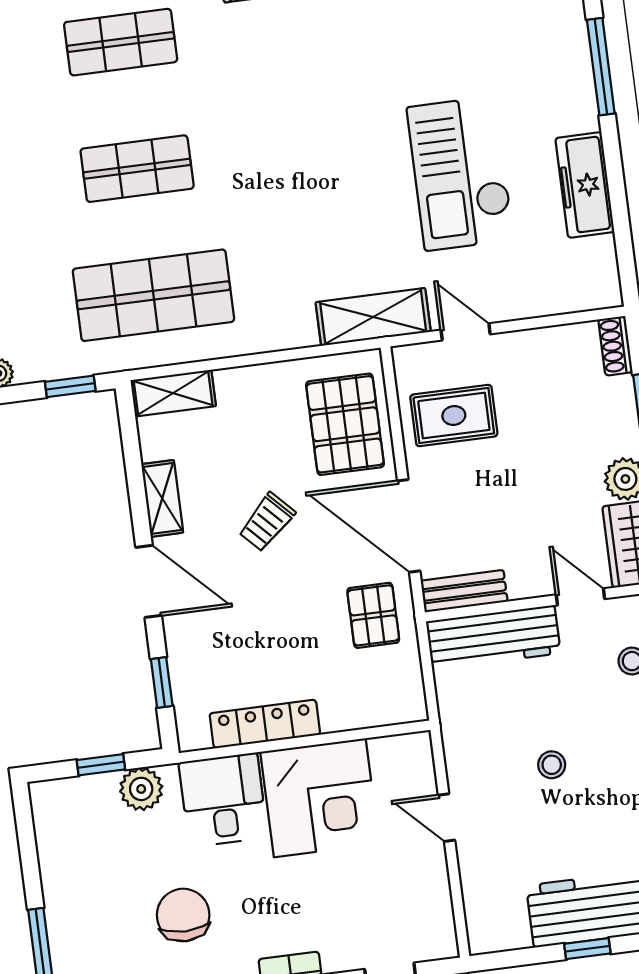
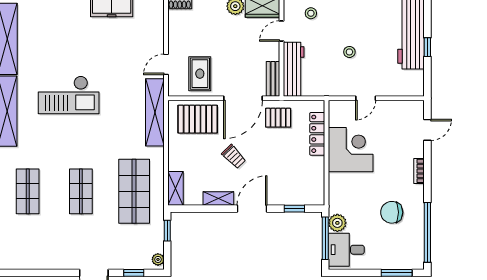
checkout: (460, 173) -> (69, 95), moved
shelving: (373, 317) -> (155, 112), width x1.47
locker: (265, 724) -> (317, 134), moved
window: (101, 765) -> (325, 238), width x2.17
desk: (223, 800) -> (346, 250), moved

